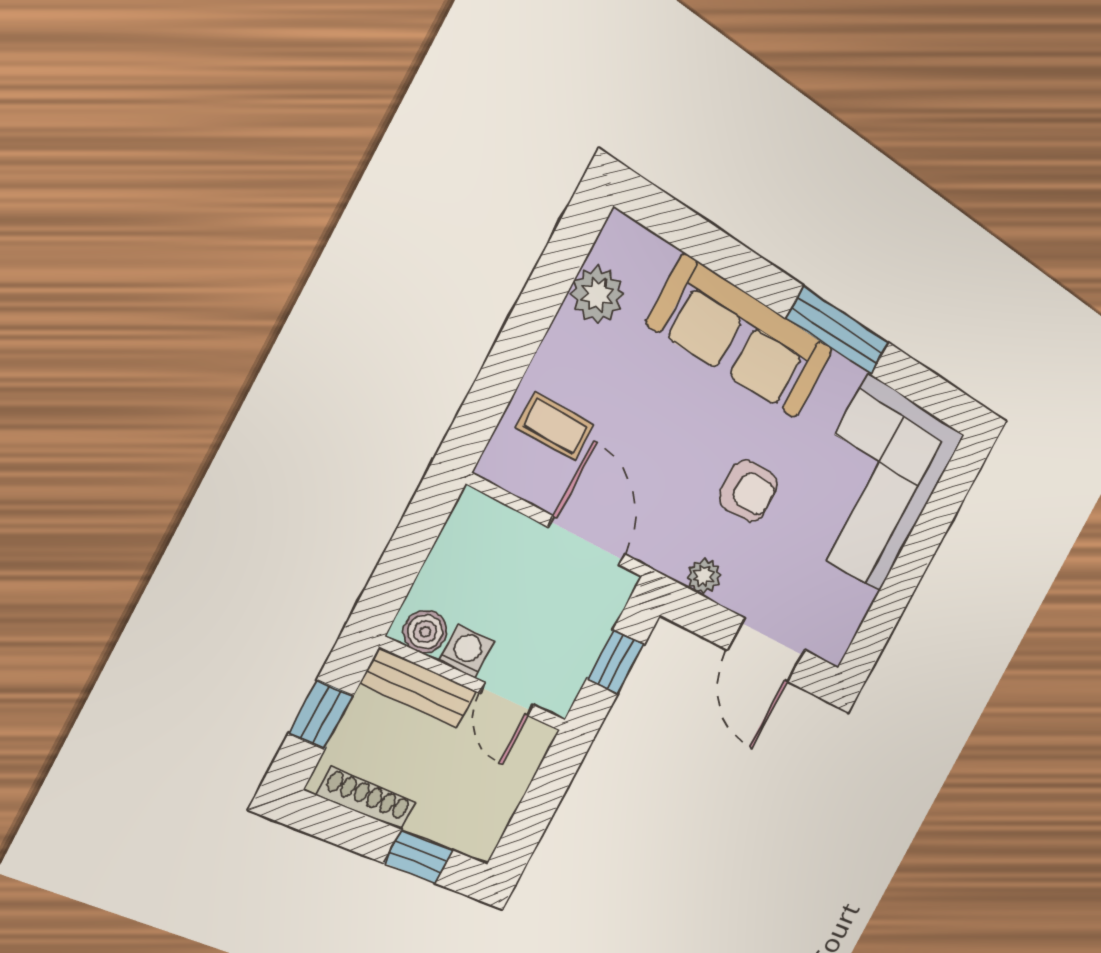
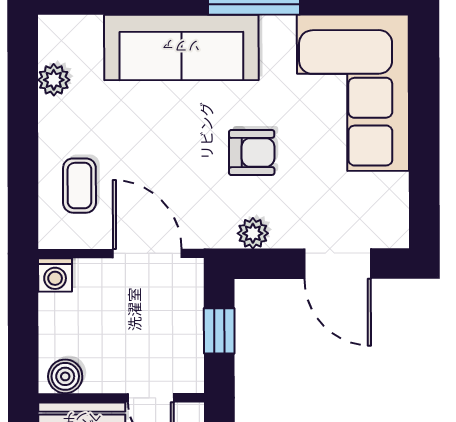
plant: (597, 295) -> (54, 80), width x0.73, depth x0.73
coffee table: (555, 426) -> (79, 186), turned 90
washing machine: (466, 651) -> (55, 275), moved, turned 180

